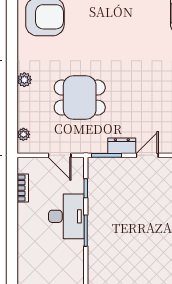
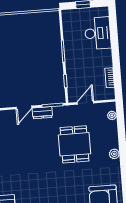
dining table: (80, 98) -> (74, 144), turned 90
door: (60, 155) -> (85, 103), hinge flipped
desk: (66, 216) -> (98, 33), moved, turned 180

